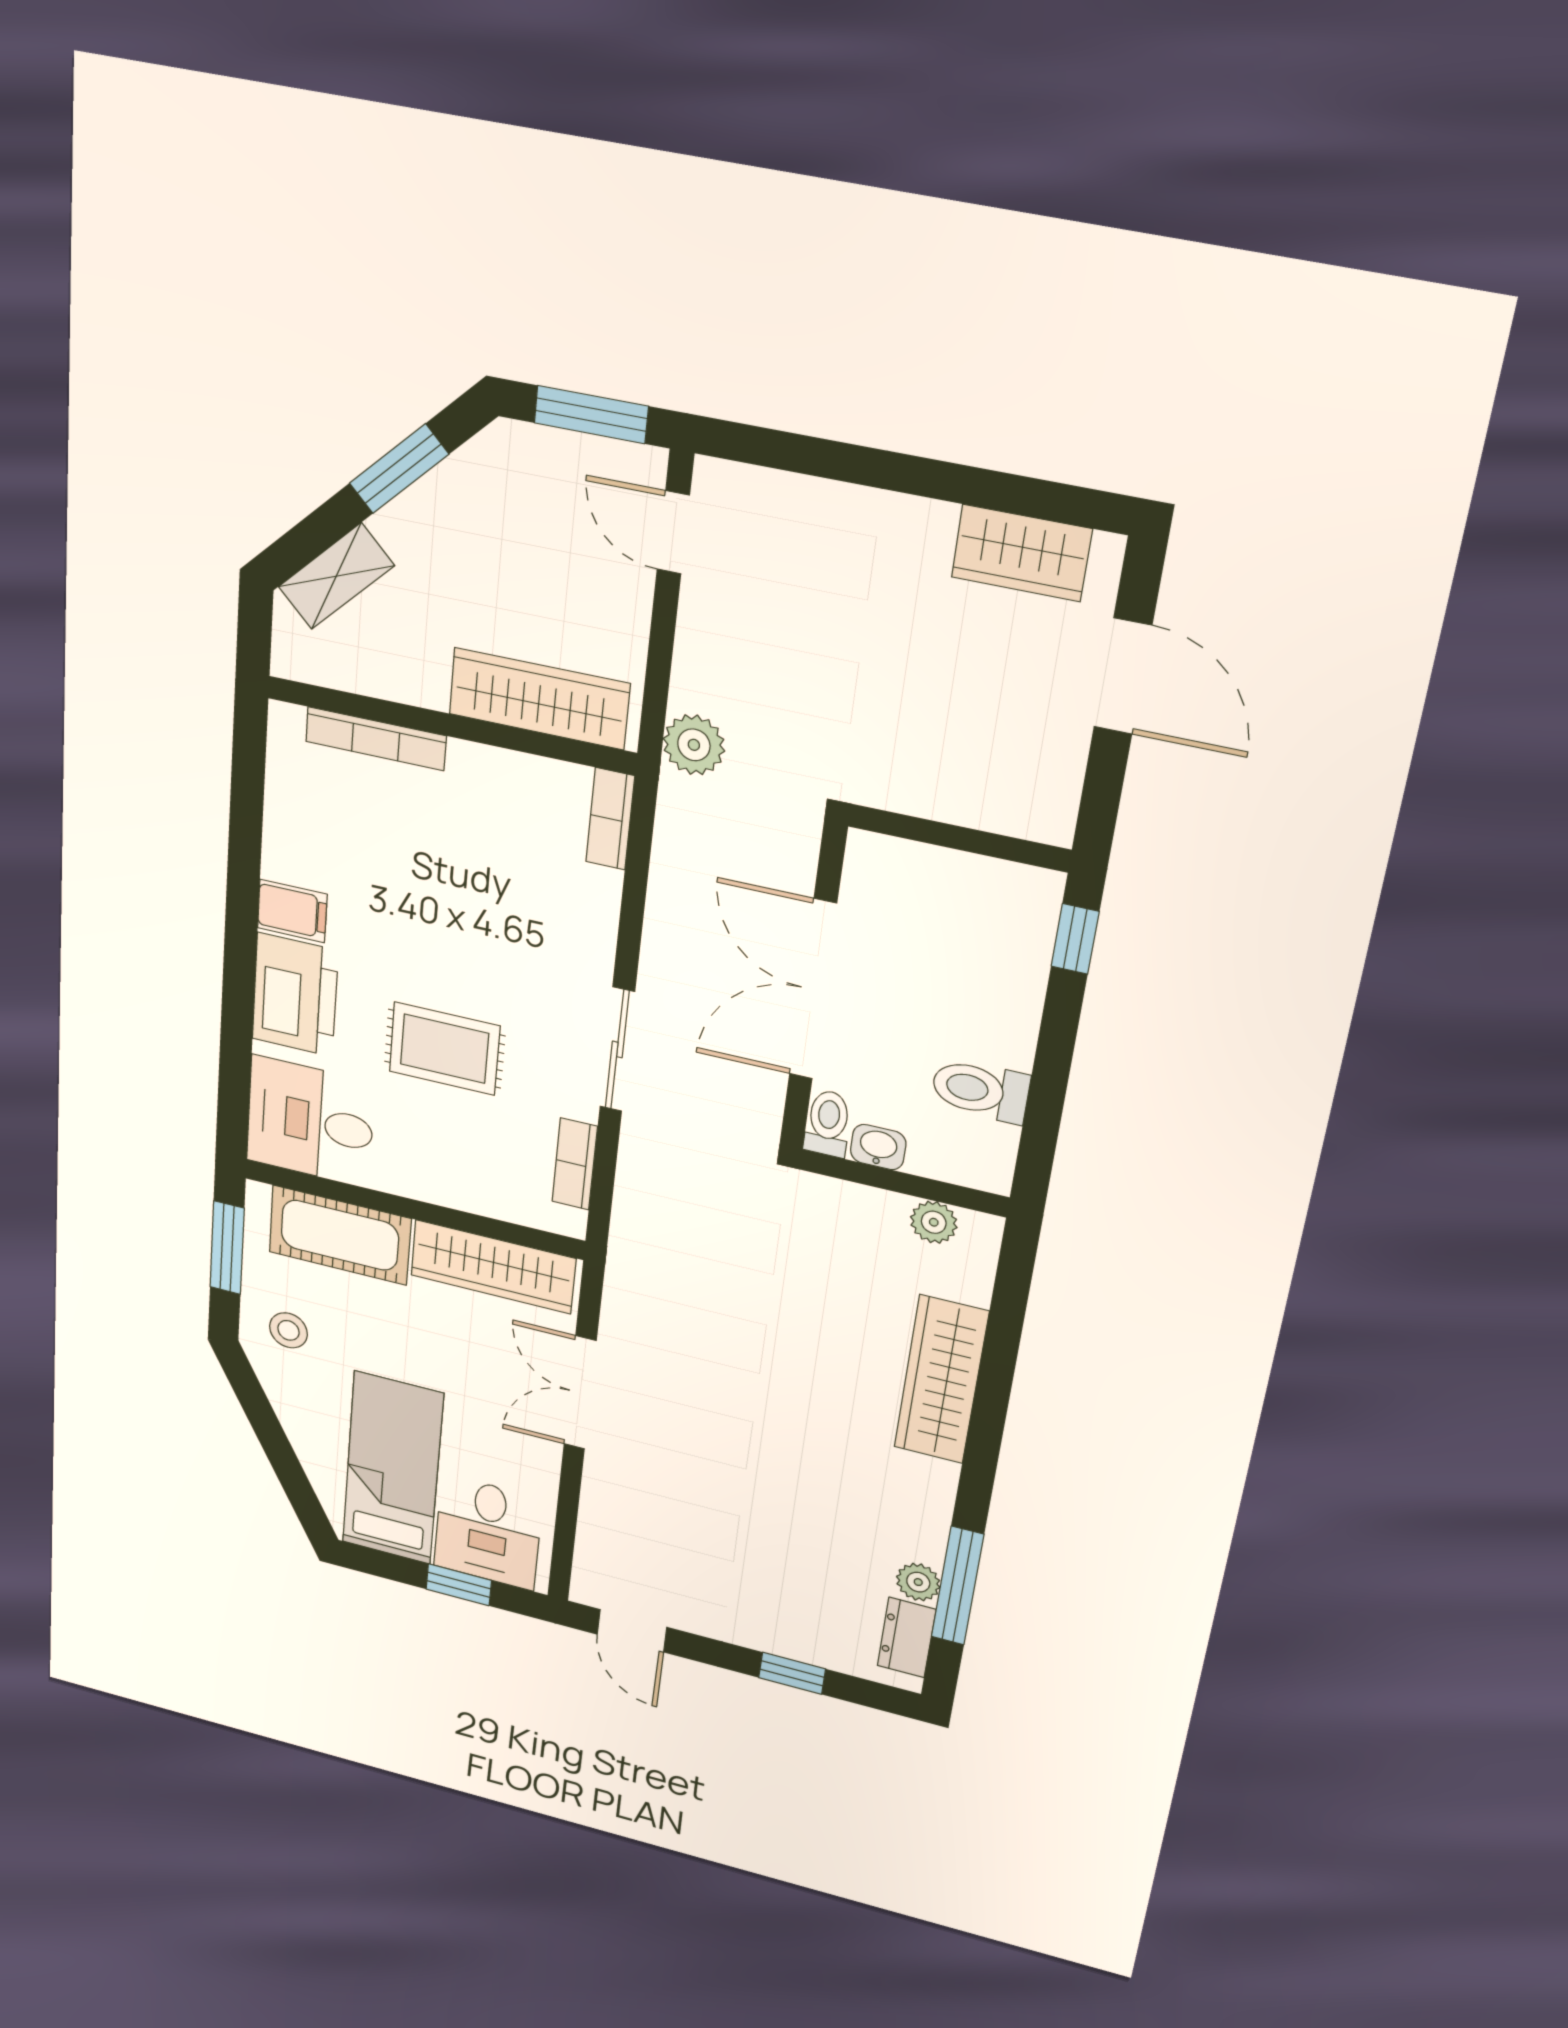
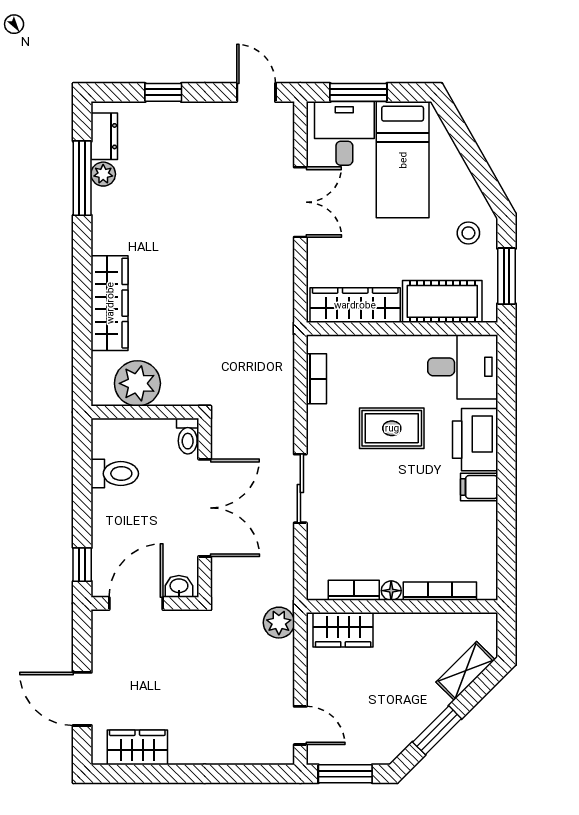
wardrobe: (539, 699) -> (343, 630), width x0.67
floor lamp: (469, 759) -> (391, 591), added
bookcase: (610, 819) -> (354, 590), moved, turned -90
door: (977, 842) -> (136, 603), added
sliding door: (617, 1049) -> (300, 488), moved
washbasin: (878, 1147) -> (179, 586), moved, turned 180
plant: (934, 1222) -> (137, 383), width x1.88, depth x1.88
double door: (580, 1393) -> (300, 202), moved
window: (459, 1585) -> (358, 92), width x1.50

